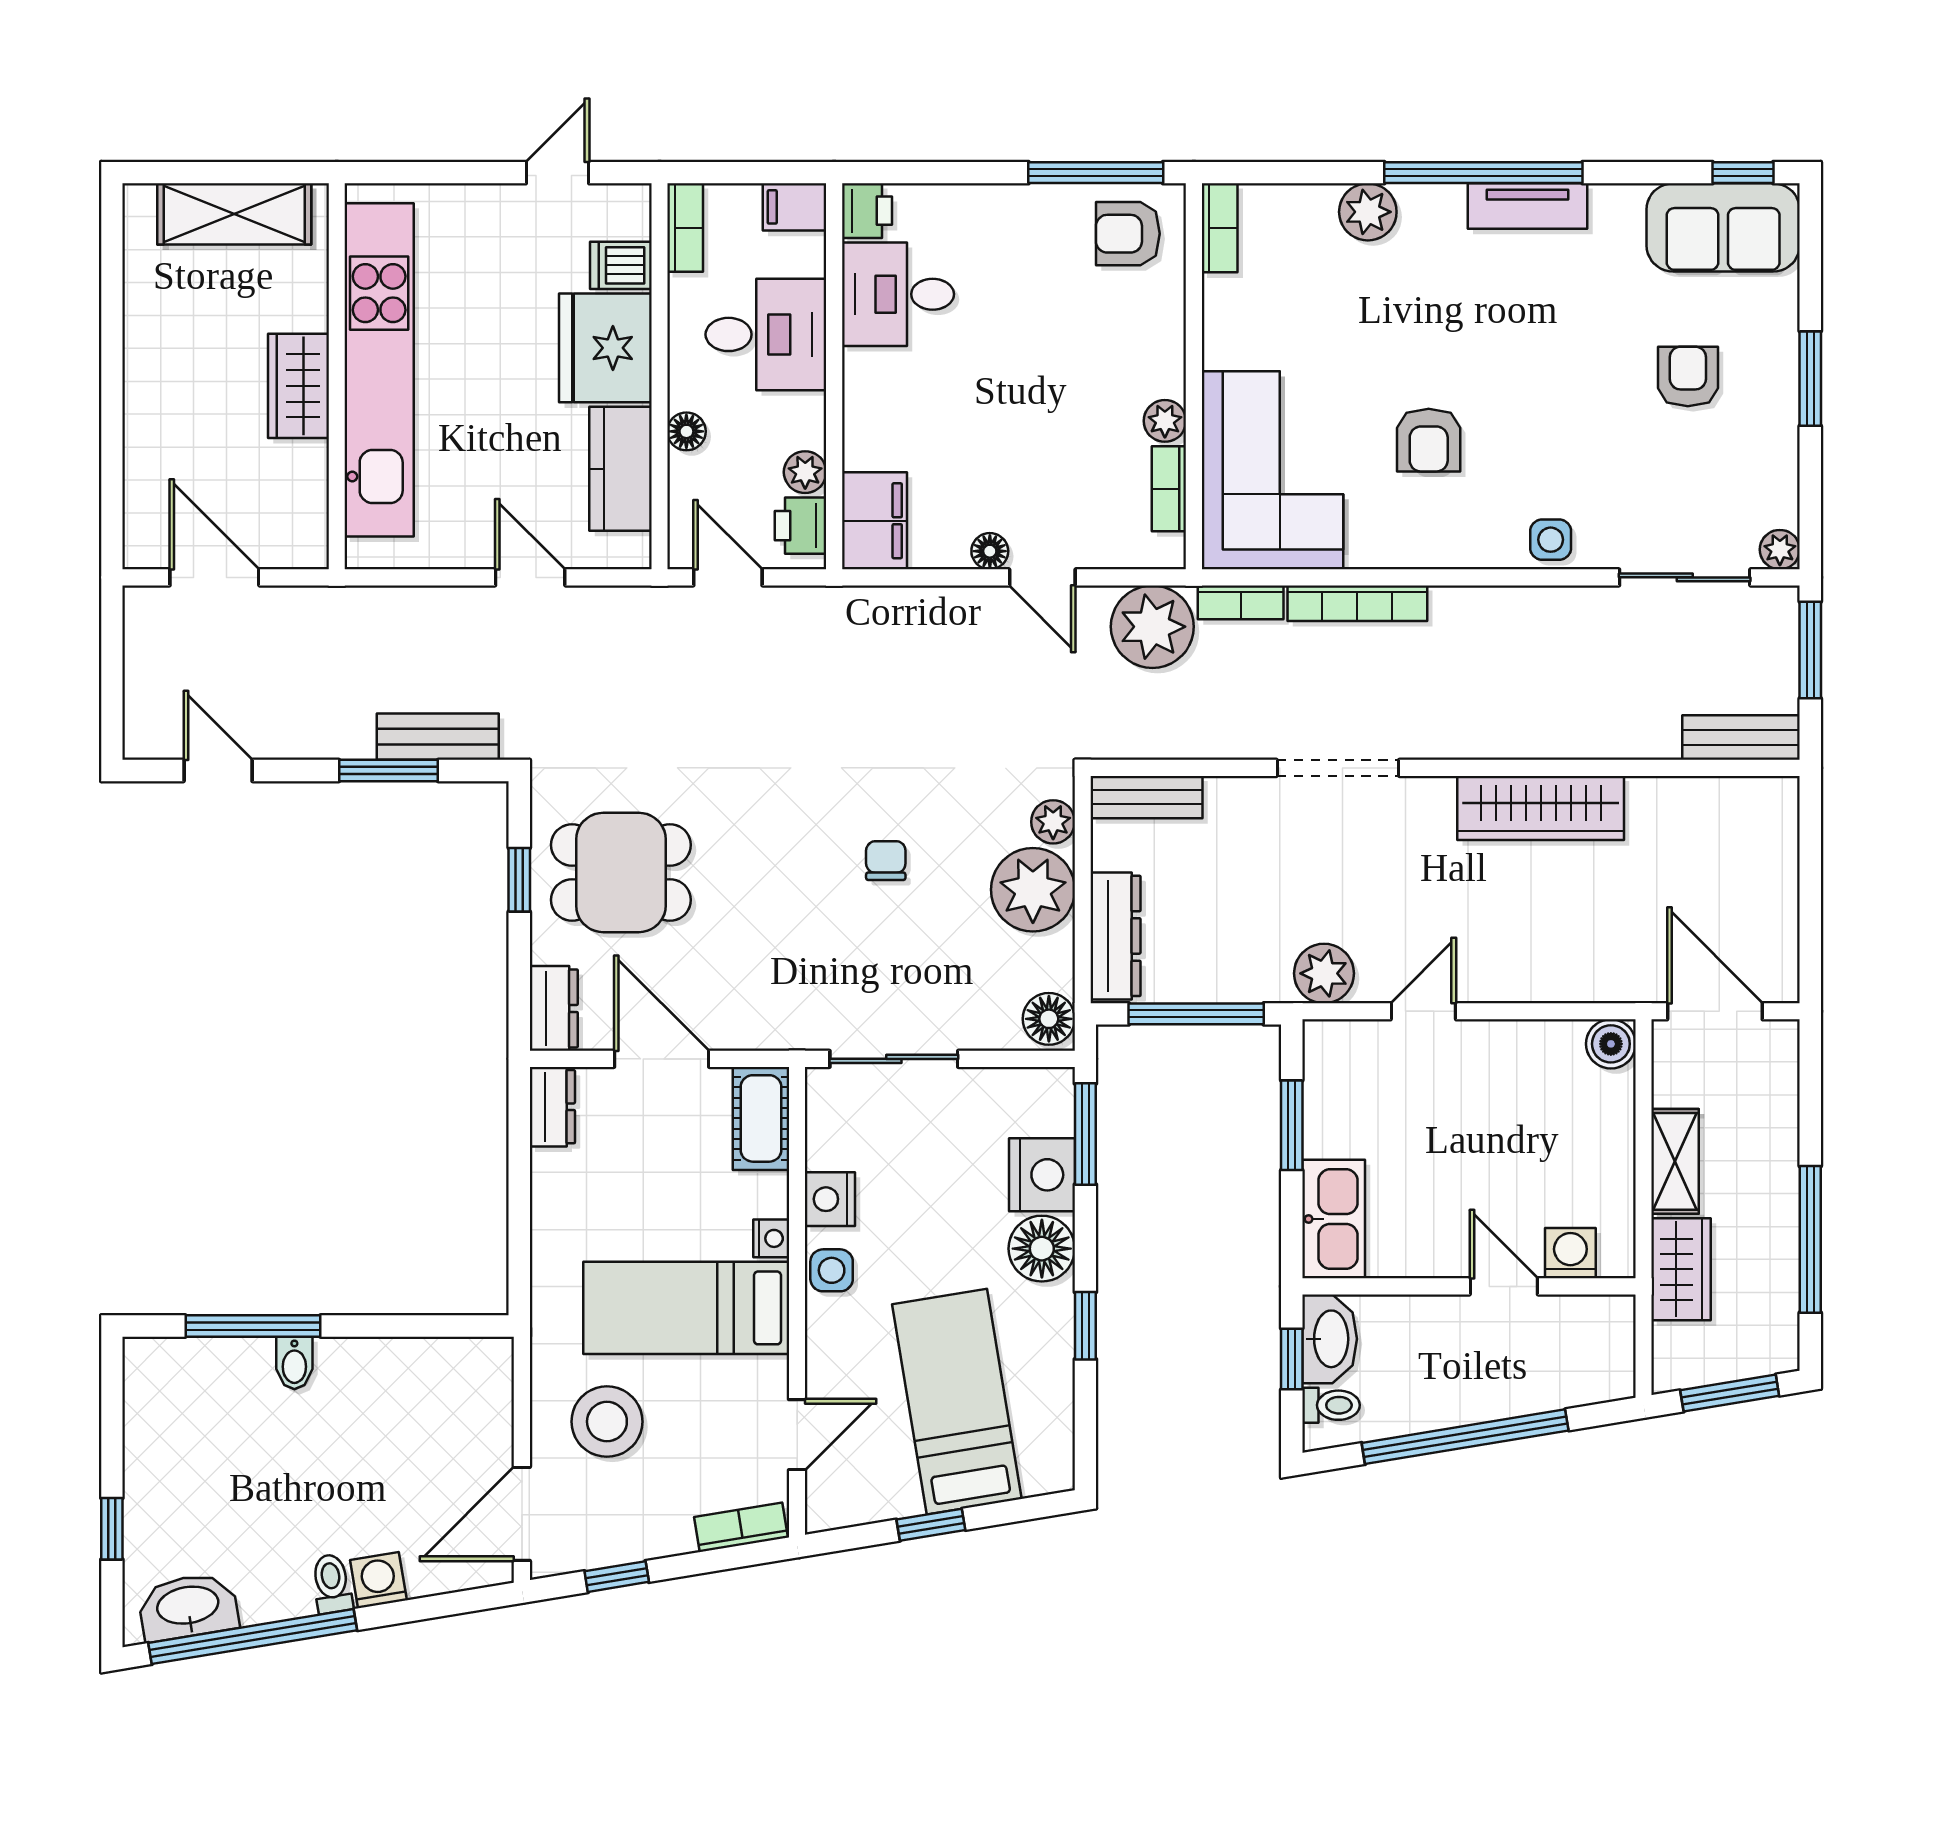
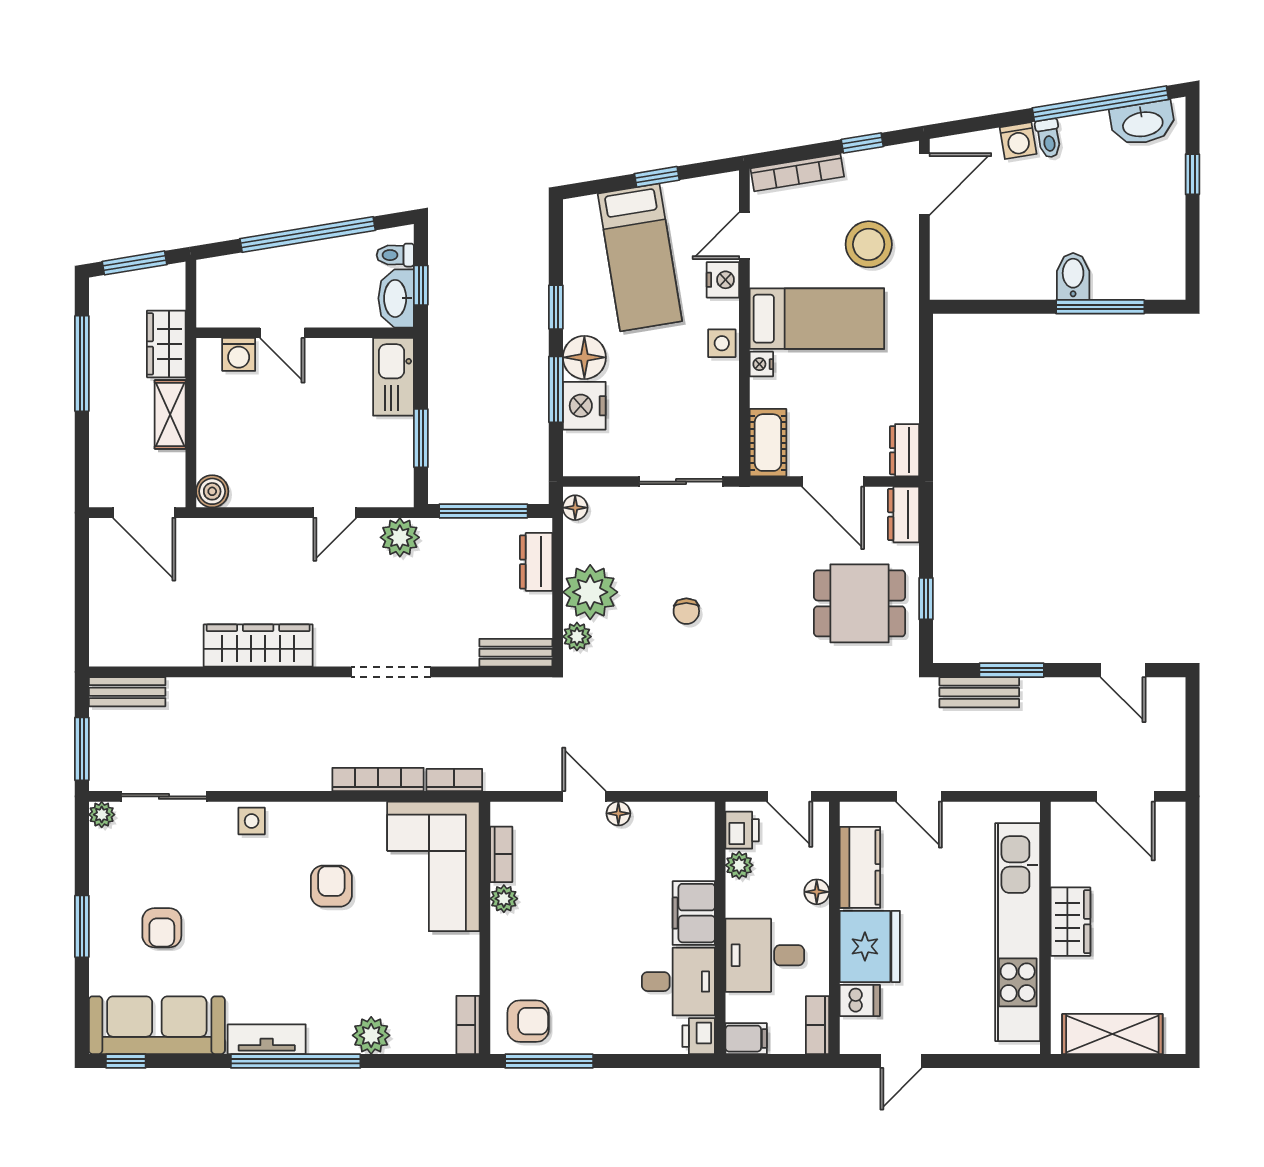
sofa: (1723, 227) -> (157, 1025), width x1.36
filing cabinet: (874, 521) -> (694, 913), moved
plant: (1152, 627) -> (512, 764), removed
dresser: (1116, 936) -> (536, 562), width x0.70
floor lamp: (1049, 1019) -> (575, 508), width x0.73, depth x0.73
window: (1085, 1134) -> (556, 389), moved
nightstand: (830, 1199) -> (723, 280), moved
bidet: (294, 1363) -> (1073, 276), width x1.38, depth x1.36
bookcase: (741, 1527) -> (797, 173), width x1.56

